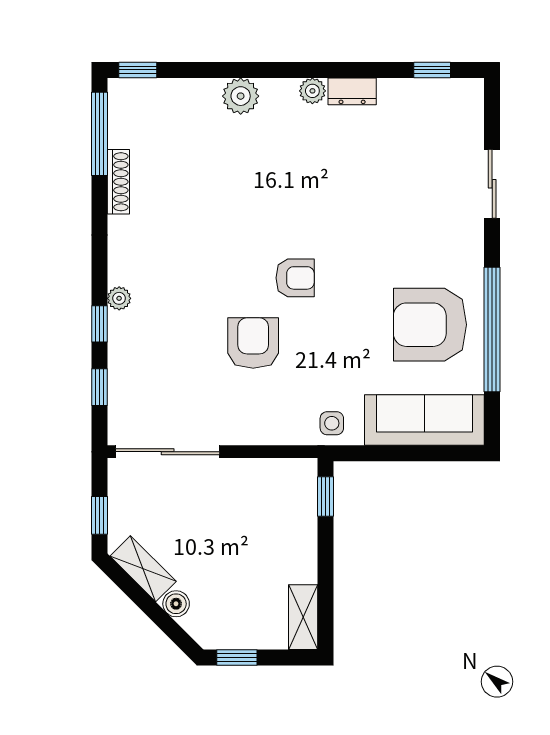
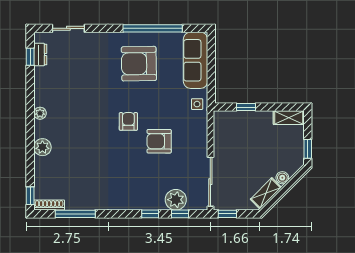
dresser: (352, 91) -> (40, 55), moved
window: (99, 134) -> (75, 214), moved
shoe rack: (118, 182) -> (49, 205), moved
sliding door: (492, 184) -> (68, 28), moved
plant: (119, 298) -> (176, 200), moved, width x1.88, depth x1.88
armchair: (430, 325) -> (139, 64), moved, turned 89
window: (326, 496) -> (246, 107), moved
window: (99, 515) -> (227, 214), moved

